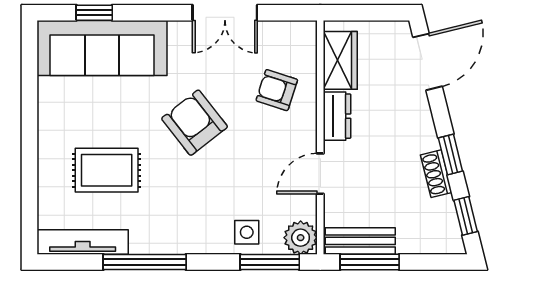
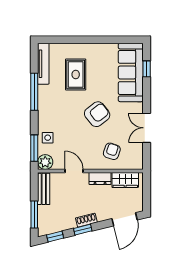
door: (427, 62) -> (125, 219), hinge flipped
shoe rack: (436, 174) -> (86, 220), moved
window: (370, 262) -> (34, 215), moved

